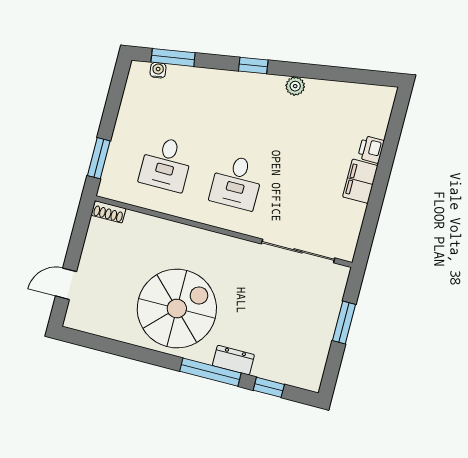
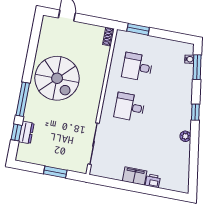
dresser: (233, 360) -> (26, 132), moved

